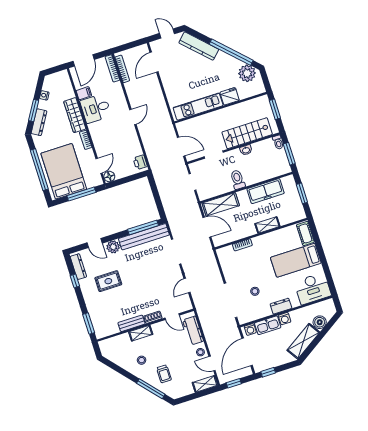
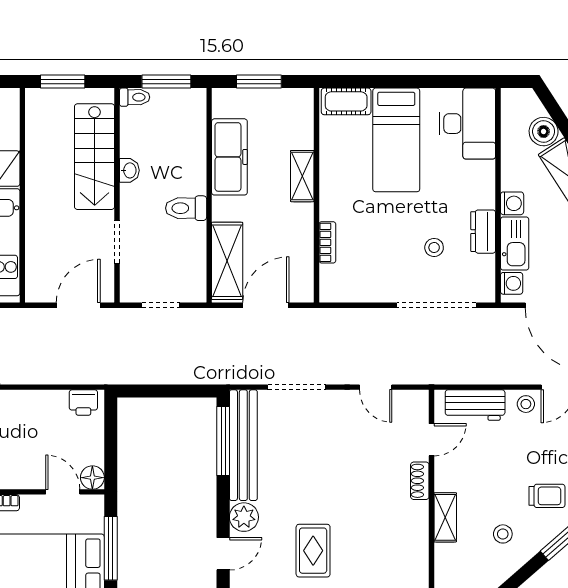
dresser: (281, 306) -> (483, 232), moved
bench: (131, 323) -> (418, 530), removed

